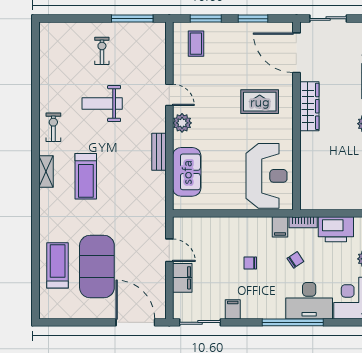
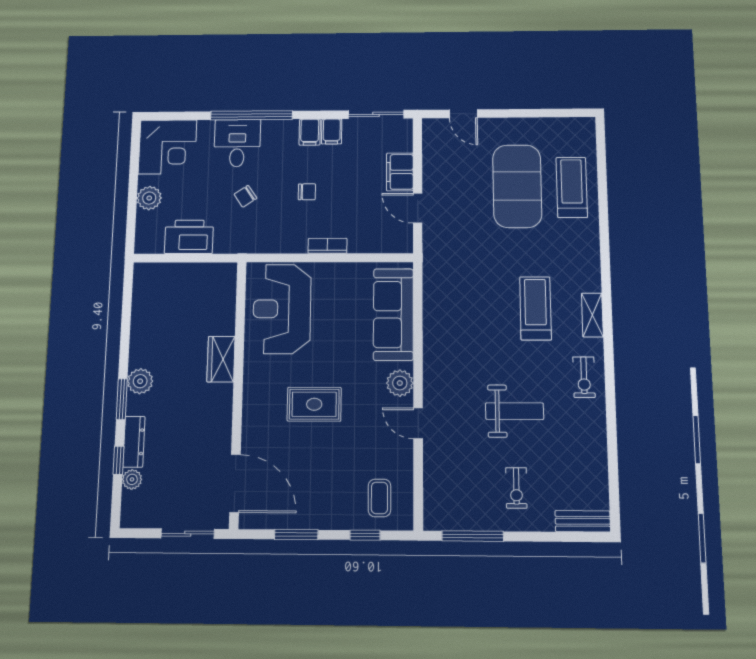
window: (206, 19) -> (365, 535), width x0.67
rug: (260, 102) -> (314, 404), moved
wardrobe: (309, 106) -> (221, 359), moved, width x0.67
bench: (159, 152) -> (583, 521), moved, turned 90
sofa: (187, 172) -> (393, 314), width x1.36
bookcase: (303, 222) -> (327, 246), moved
filing cabinet: (280, 227) -> (310, 132), moved, turned 180
treadmill: (58, 265) -> (572, 187), turned 180
desk: (309, 301) -> (237, 143), width x0.73
door: (135, 322) -> (463, 114), width x0.53

